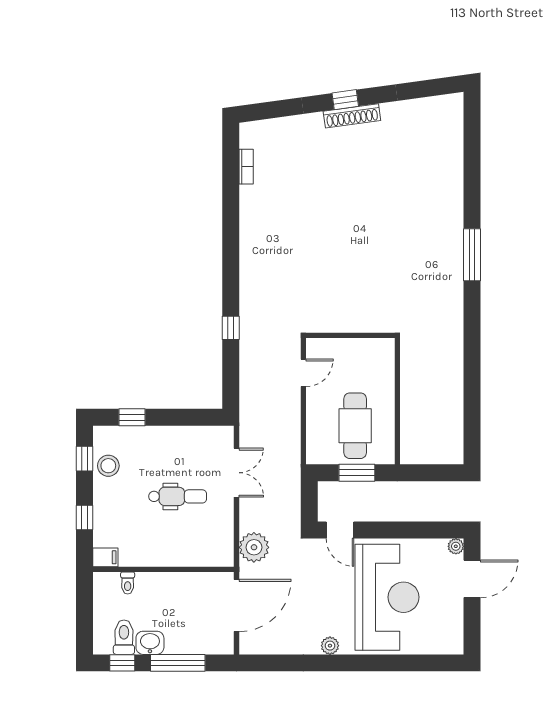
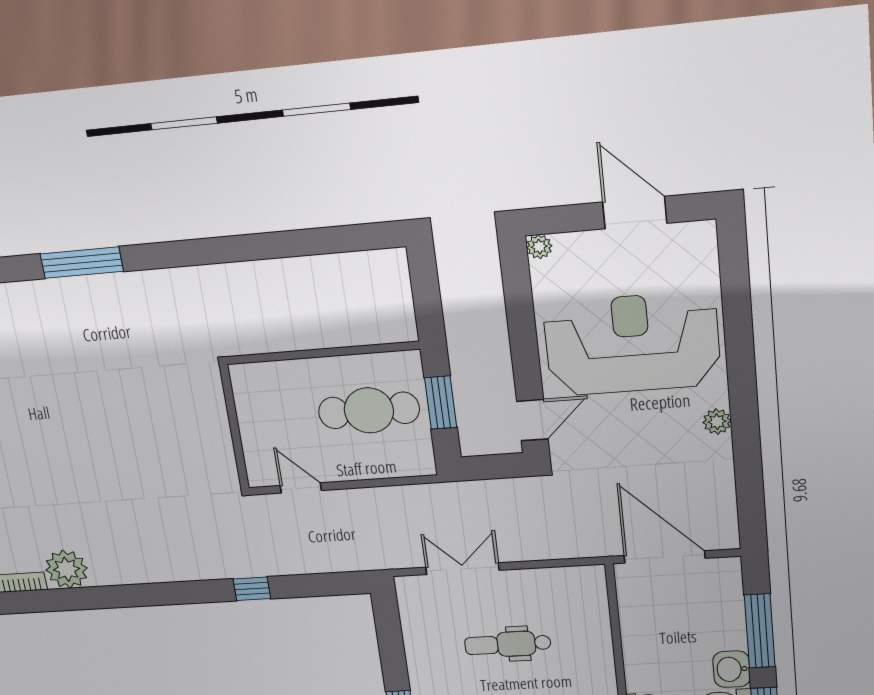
dental chair: (178, 496) -> (508, 644), turned -90
plant: (254, 547) -> (66, 569), moved
door: (472, 579) -> (635, 213), moved

